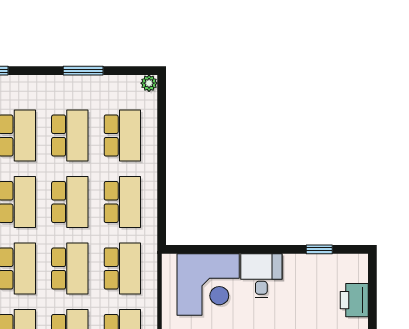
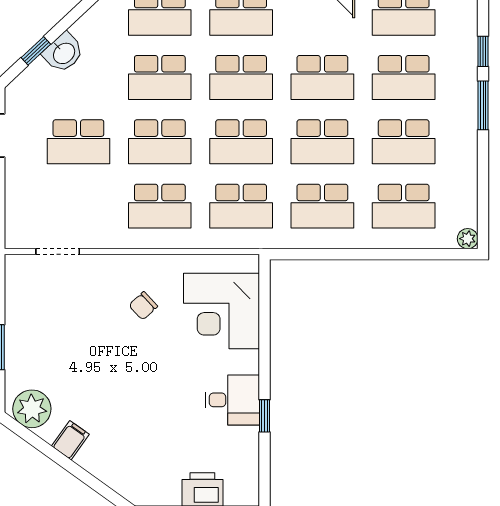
window: (83, 71) -> (483, 105), moved
window: (319, 249) -> (264, 416), moved
desk: (261, 276) -> (232, 400), moved

